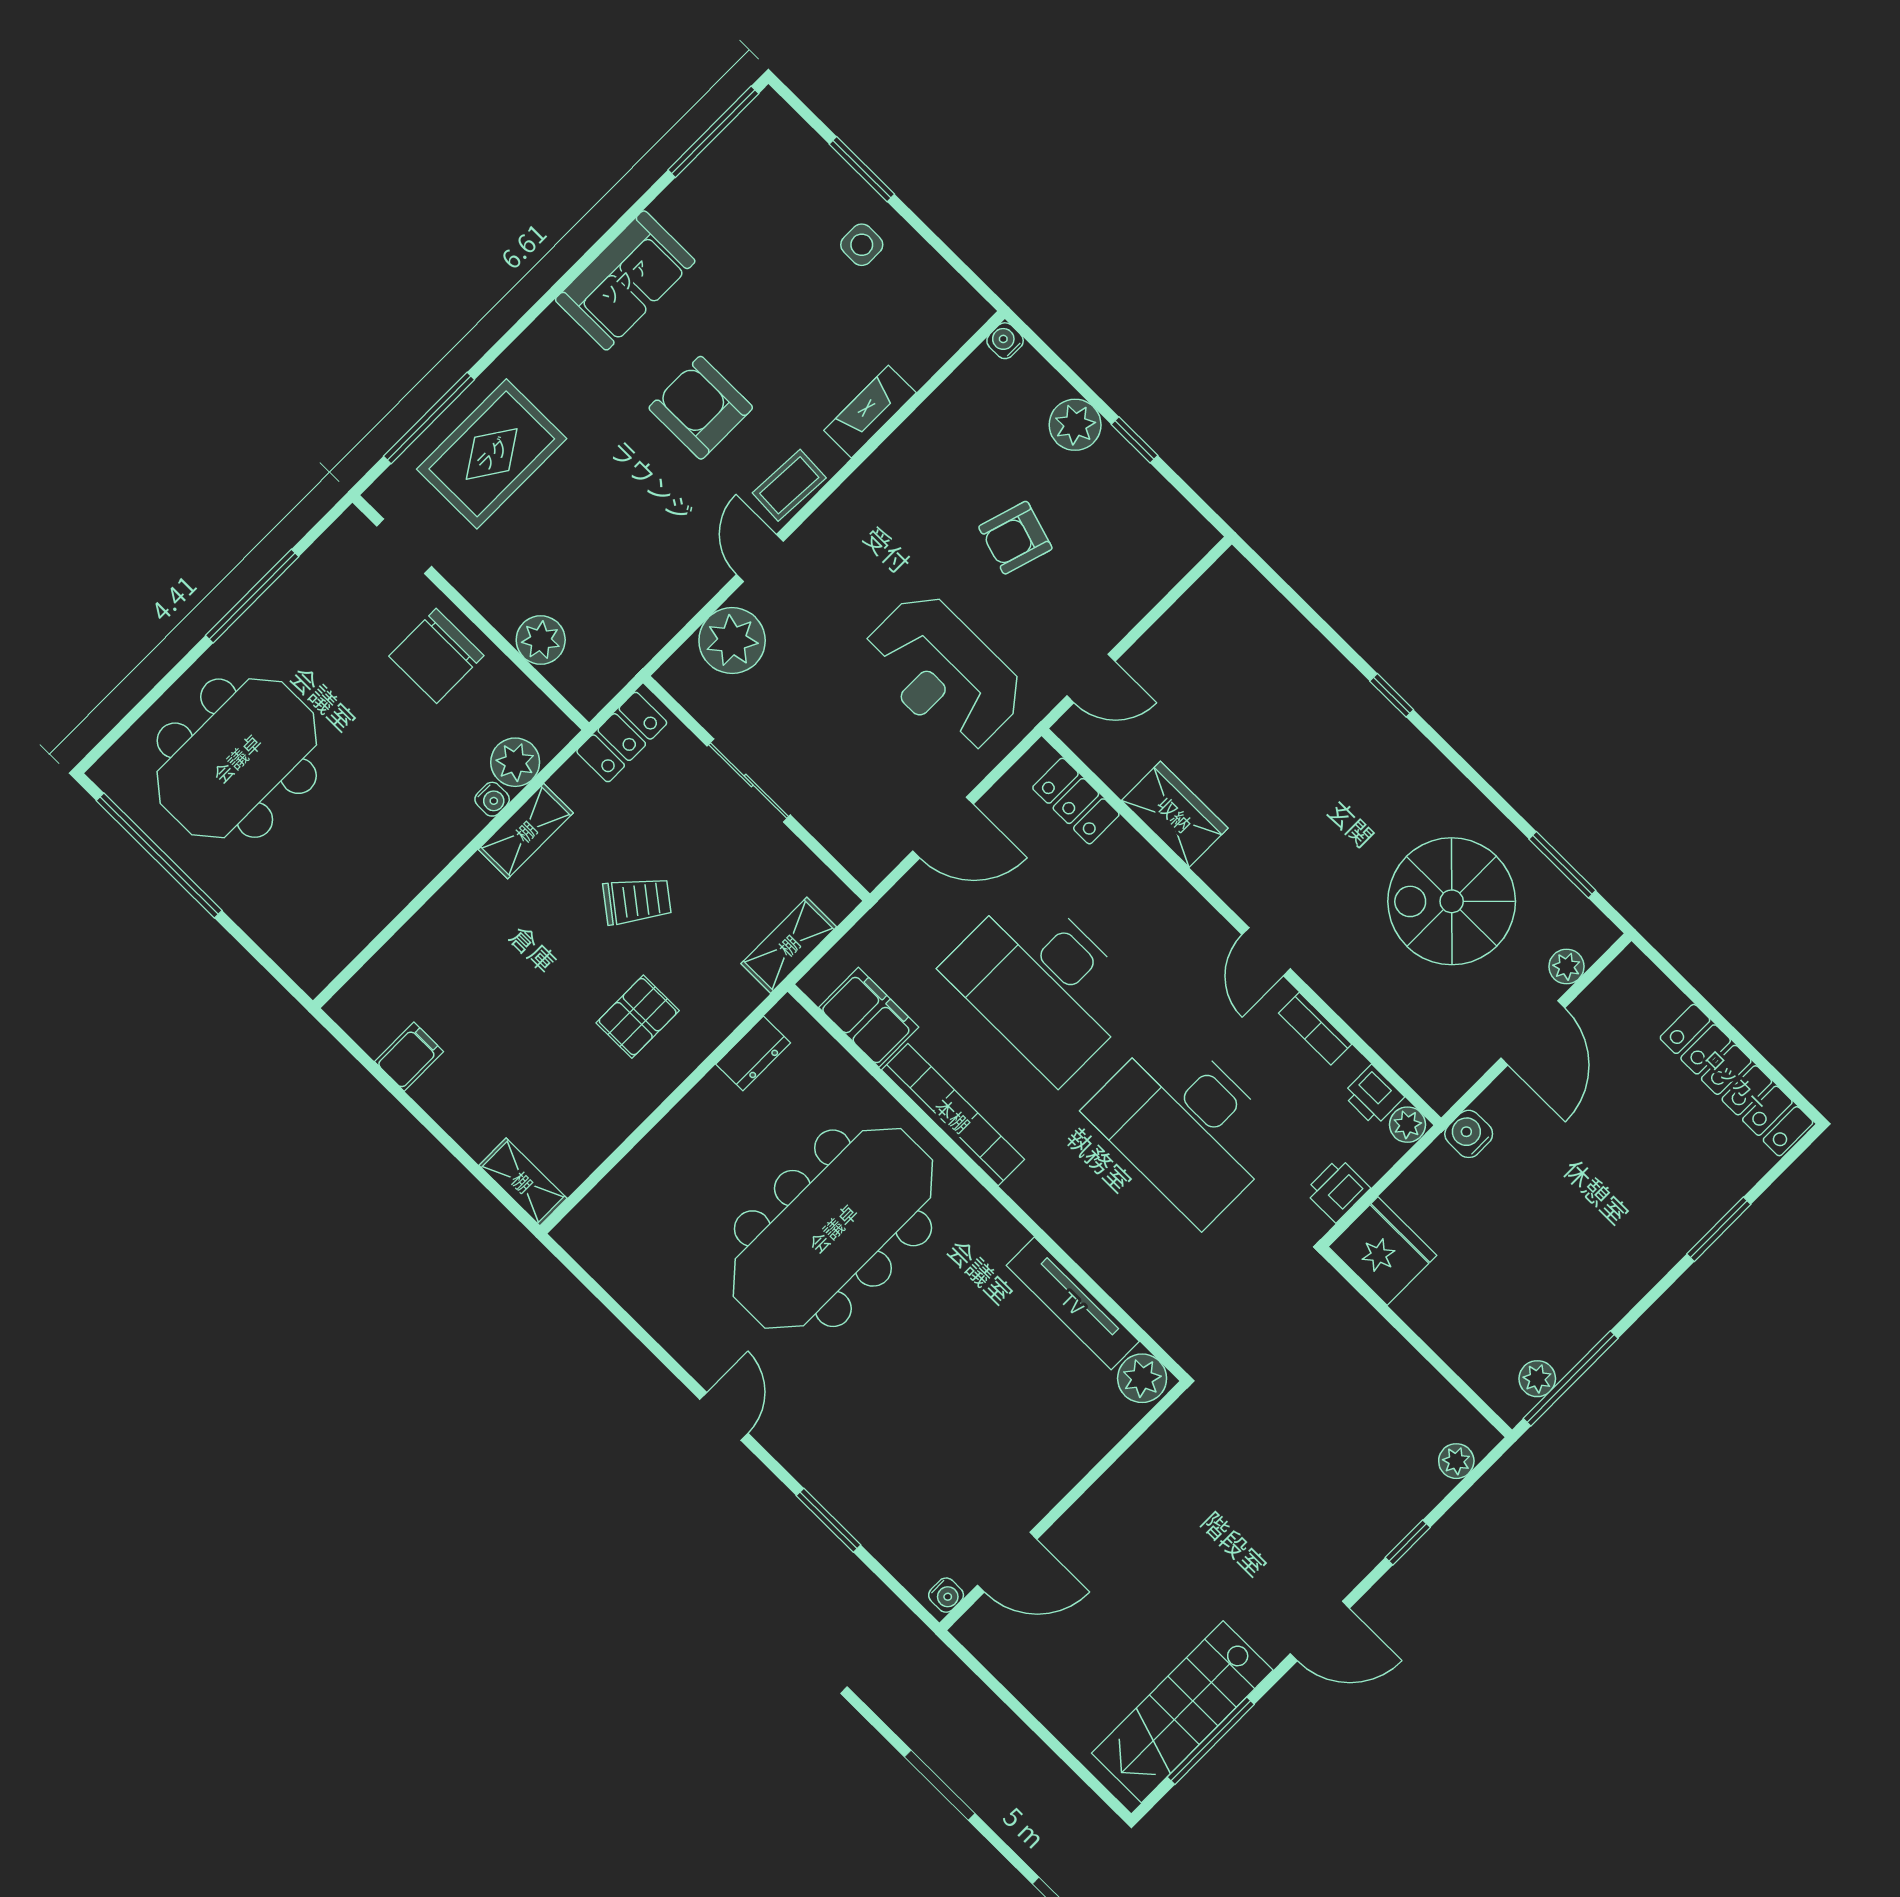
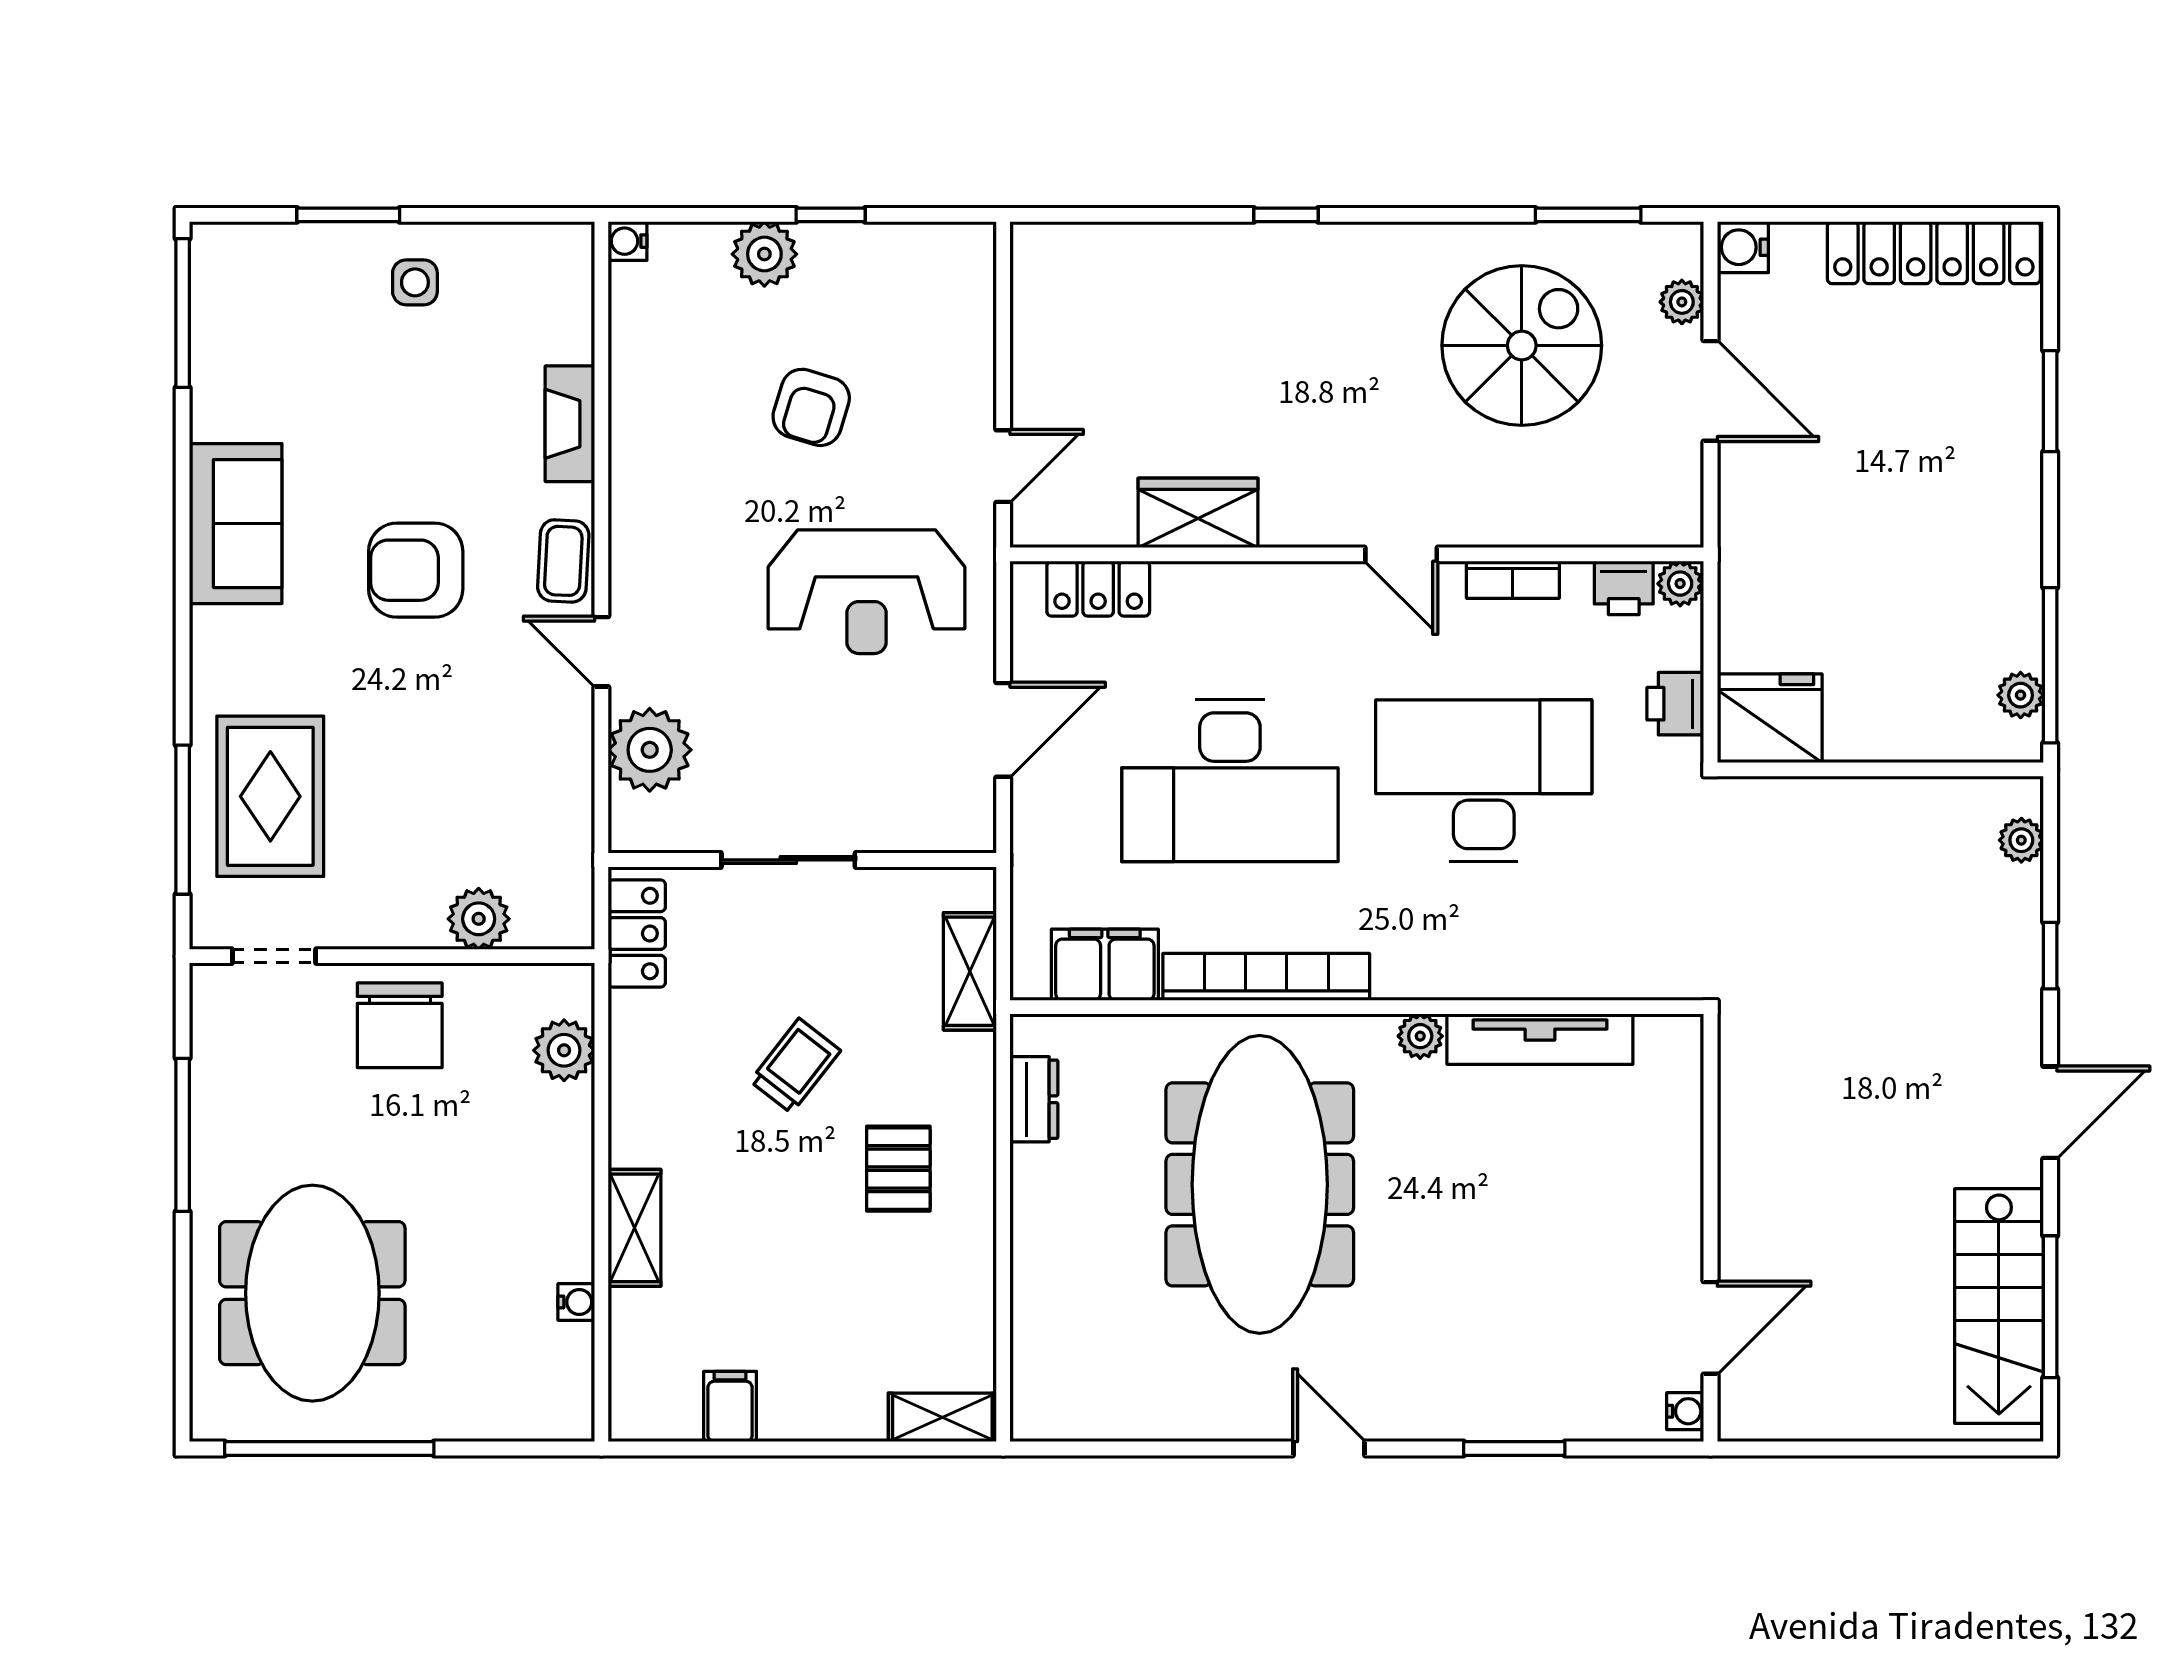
water cooler: (492, 799) -> (576, 1302), moved
shelving: (526, 831) -> (634, 1228), moved
spiral stairs: (1452, 901) -> (1522, 345), turned 180
desk: (1186, 1126) -> (1484, 781), turned 180
water cooler: (1469, 1134) -> (1743, 247), moved
plant: (1142, 1378) -> (1420, 1036), moved, width x0.73, depth x0.73

